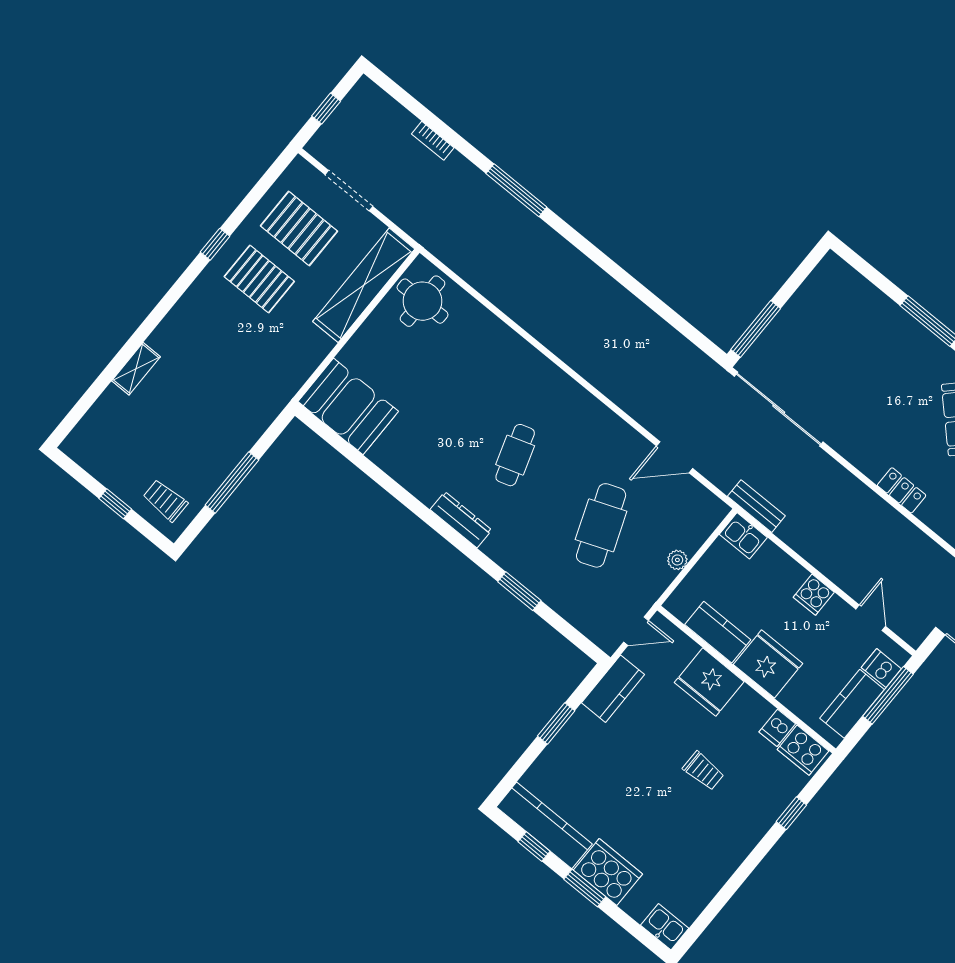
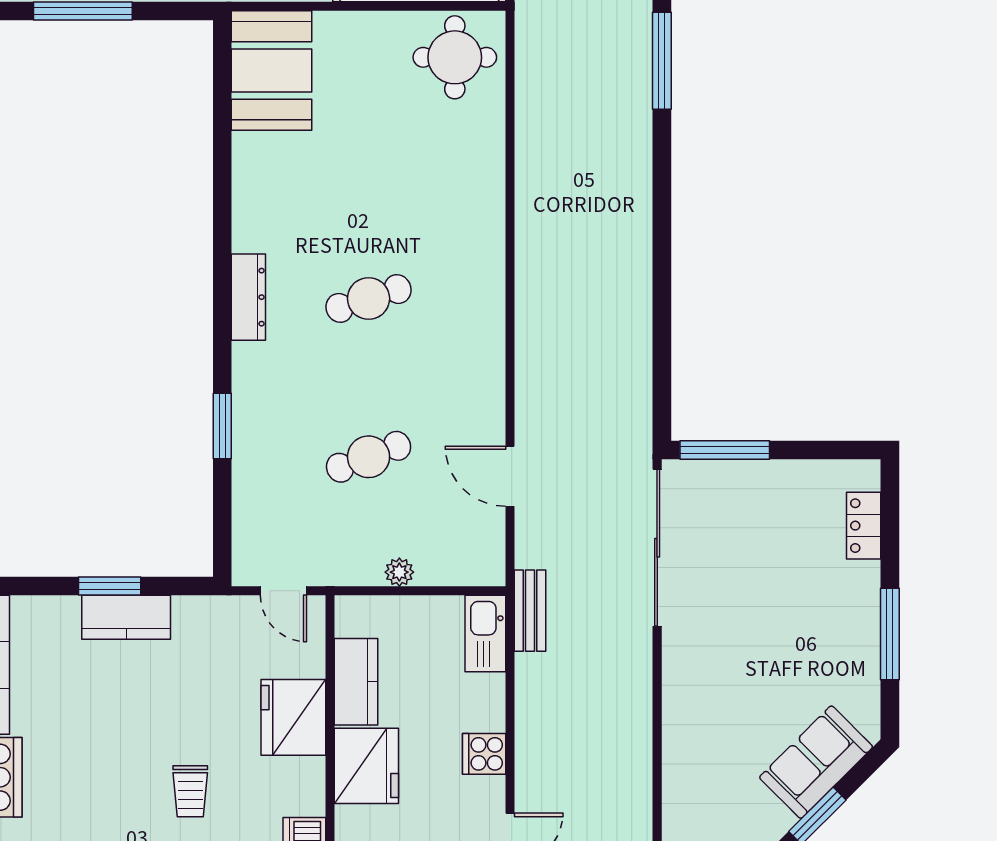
locker: (902, 490) -> (864, 526), moved, turned 180
cafe table: (601, 525) -> (369, 457), width x0.73, depth x0.74
kitchen sink: (743, 536) -> (485, 634), width x1.38
kitchen counter: (613, 689) -> (126, 617), moved

